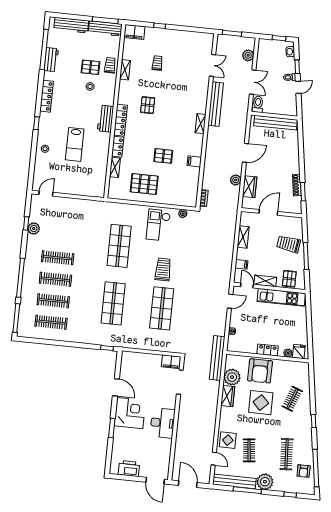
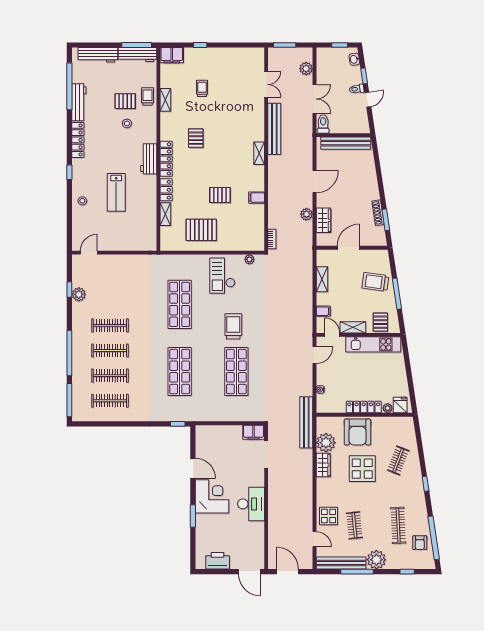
workbench: (51, 60) -> (79, 102), width x1.38
locker: (268, 350) -> (364, 407), width x1.53

